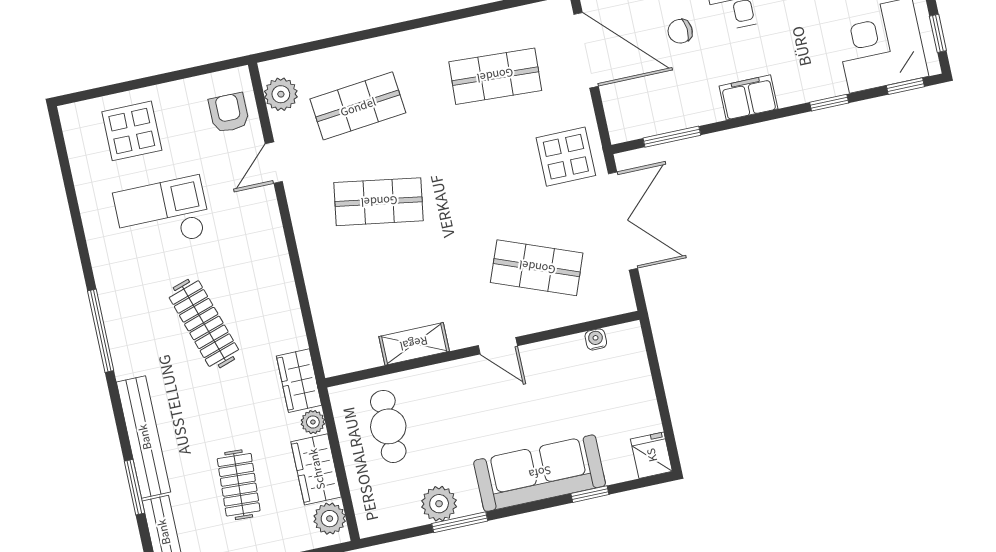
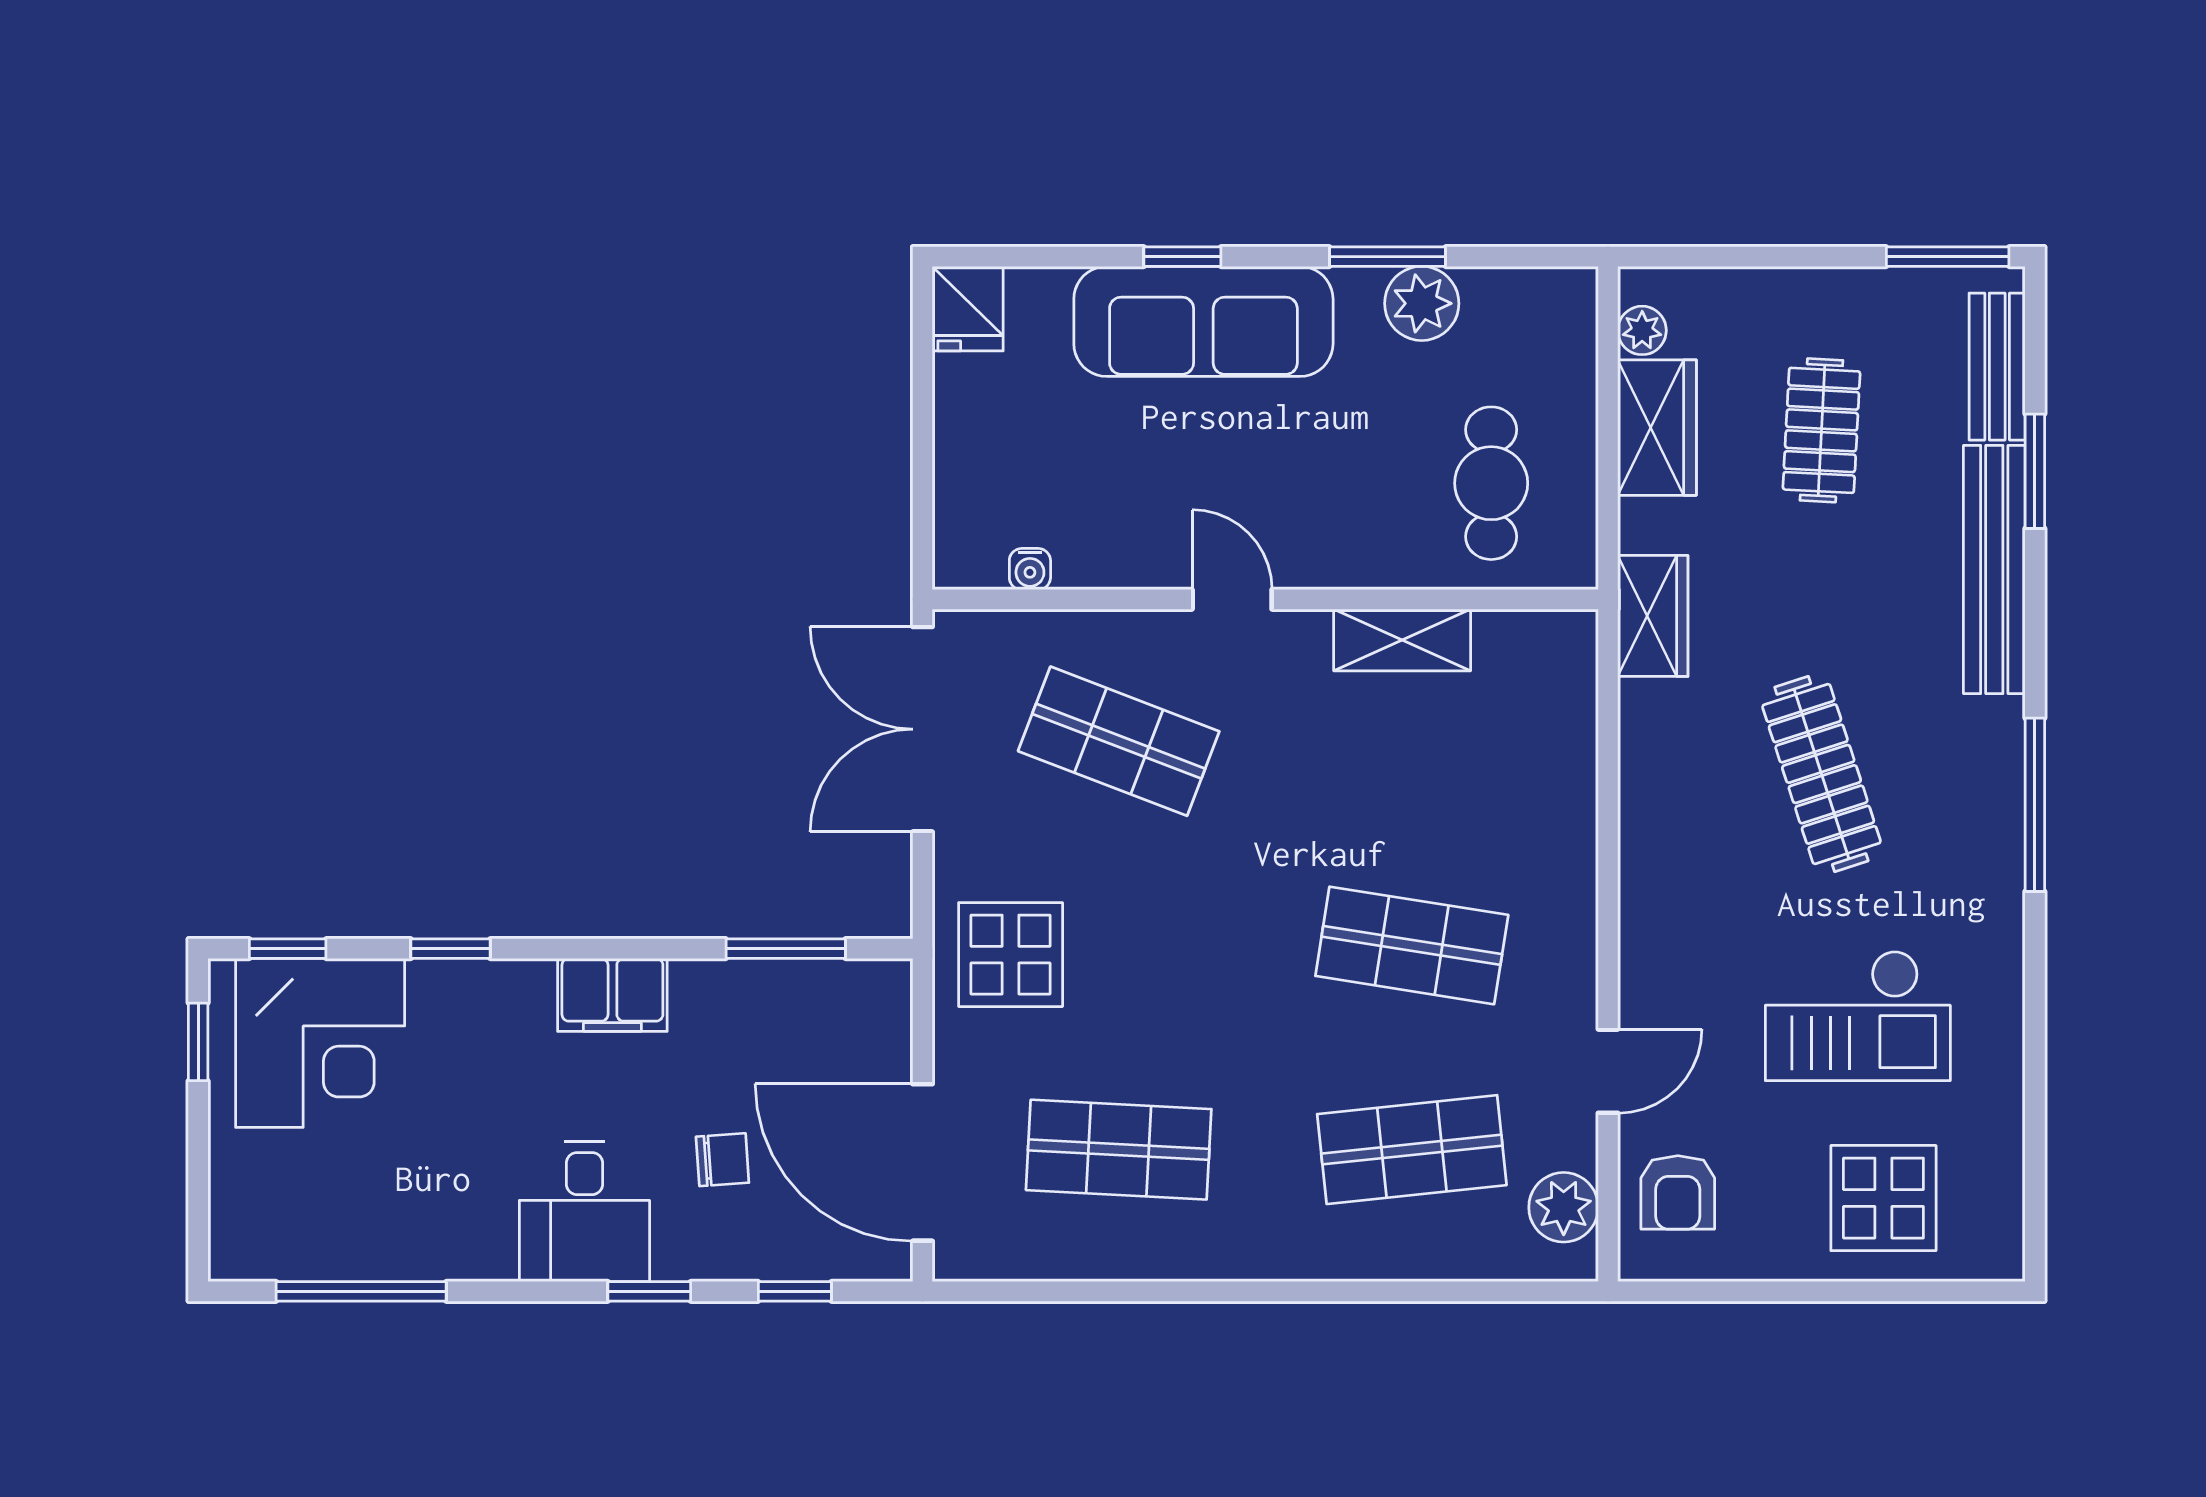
double door: (623, 221) -> (922, 729), moved
plant: (313, 422) -> (1643, 525), removed
window: (590, 494) -> (1182, 257), moved
plant: (330, 519) -> (1642, 330), width x0.73, depth x0.73

